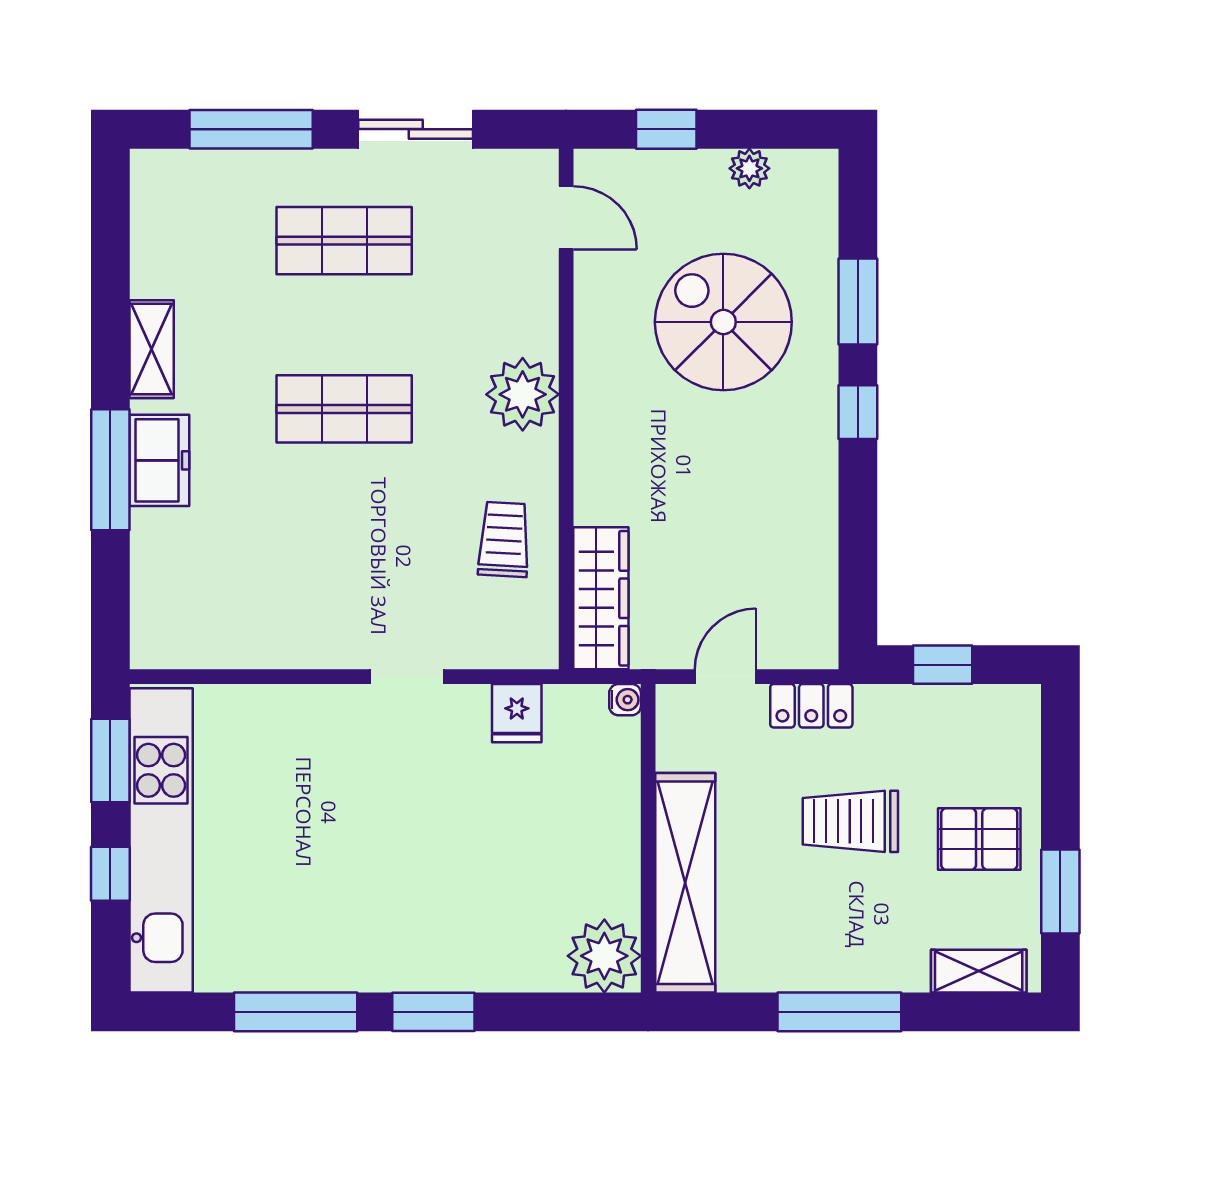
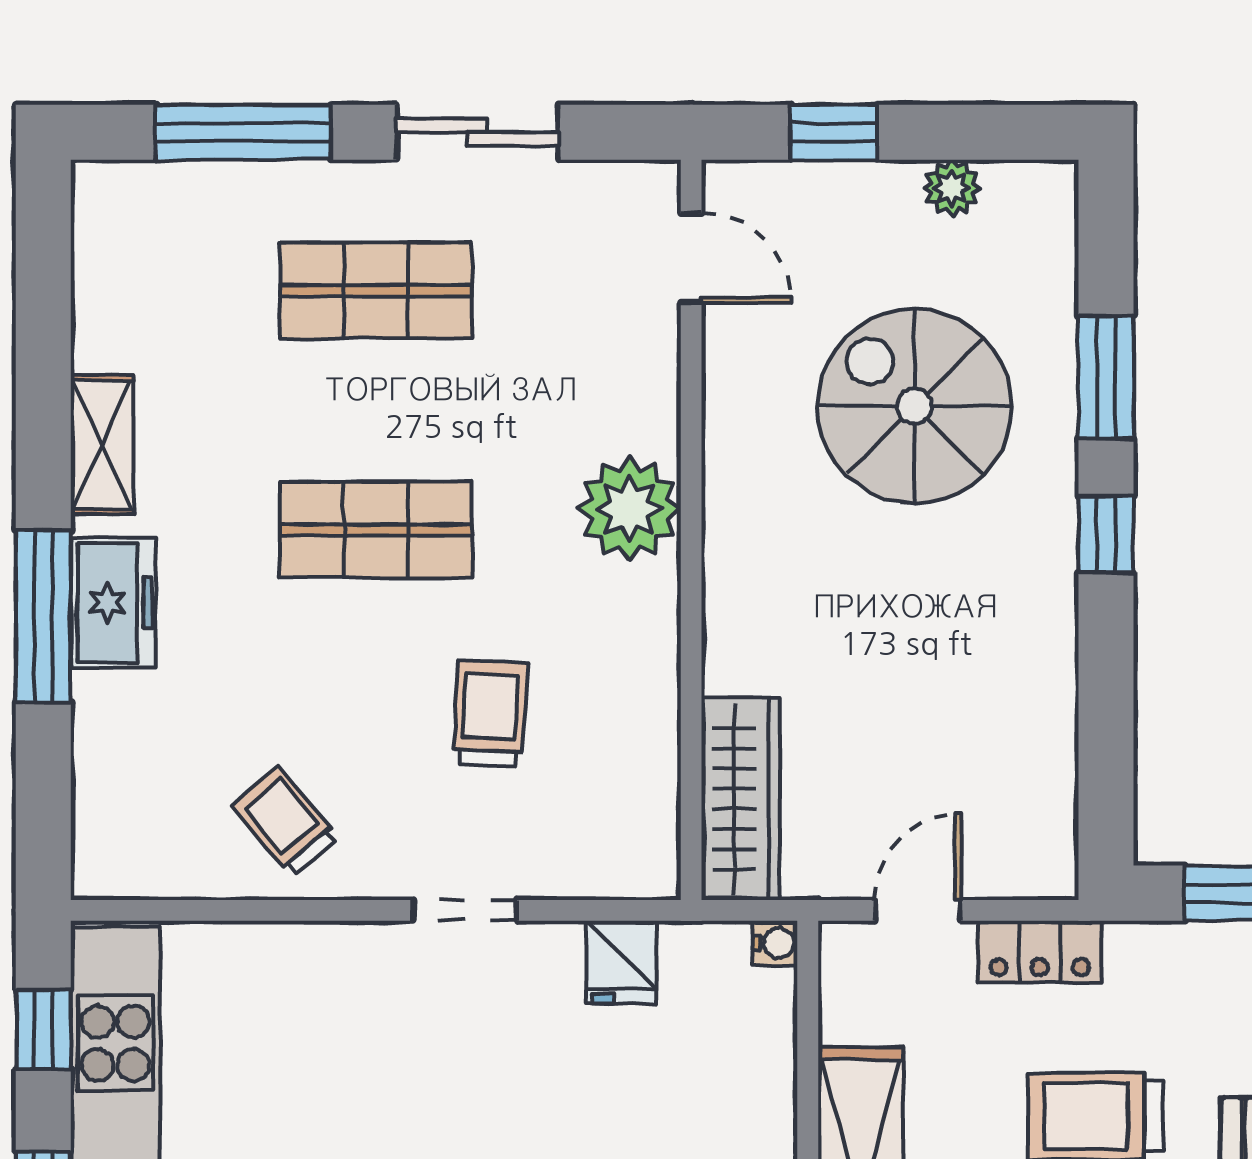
trolley: (504, 539) -> (490, 713), moved
trolley: (280, 614) -> (285, 822), added
window: (110, 760) -> (43, 1029), width x0.67

